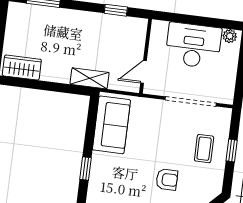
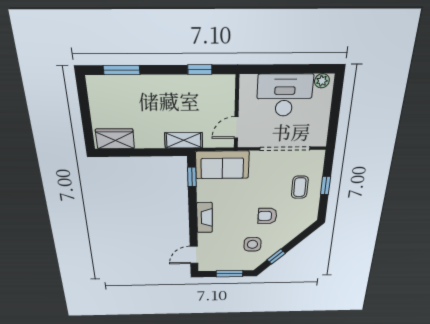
sofa: (111, 125) -> (222, 165), moved, turned 90
window: (85, 168) -> (192, 177), moved
fireplace: (98, 172) -> (205, 218), added
armchair: (167, 180) -> (267, 216), turned 180

